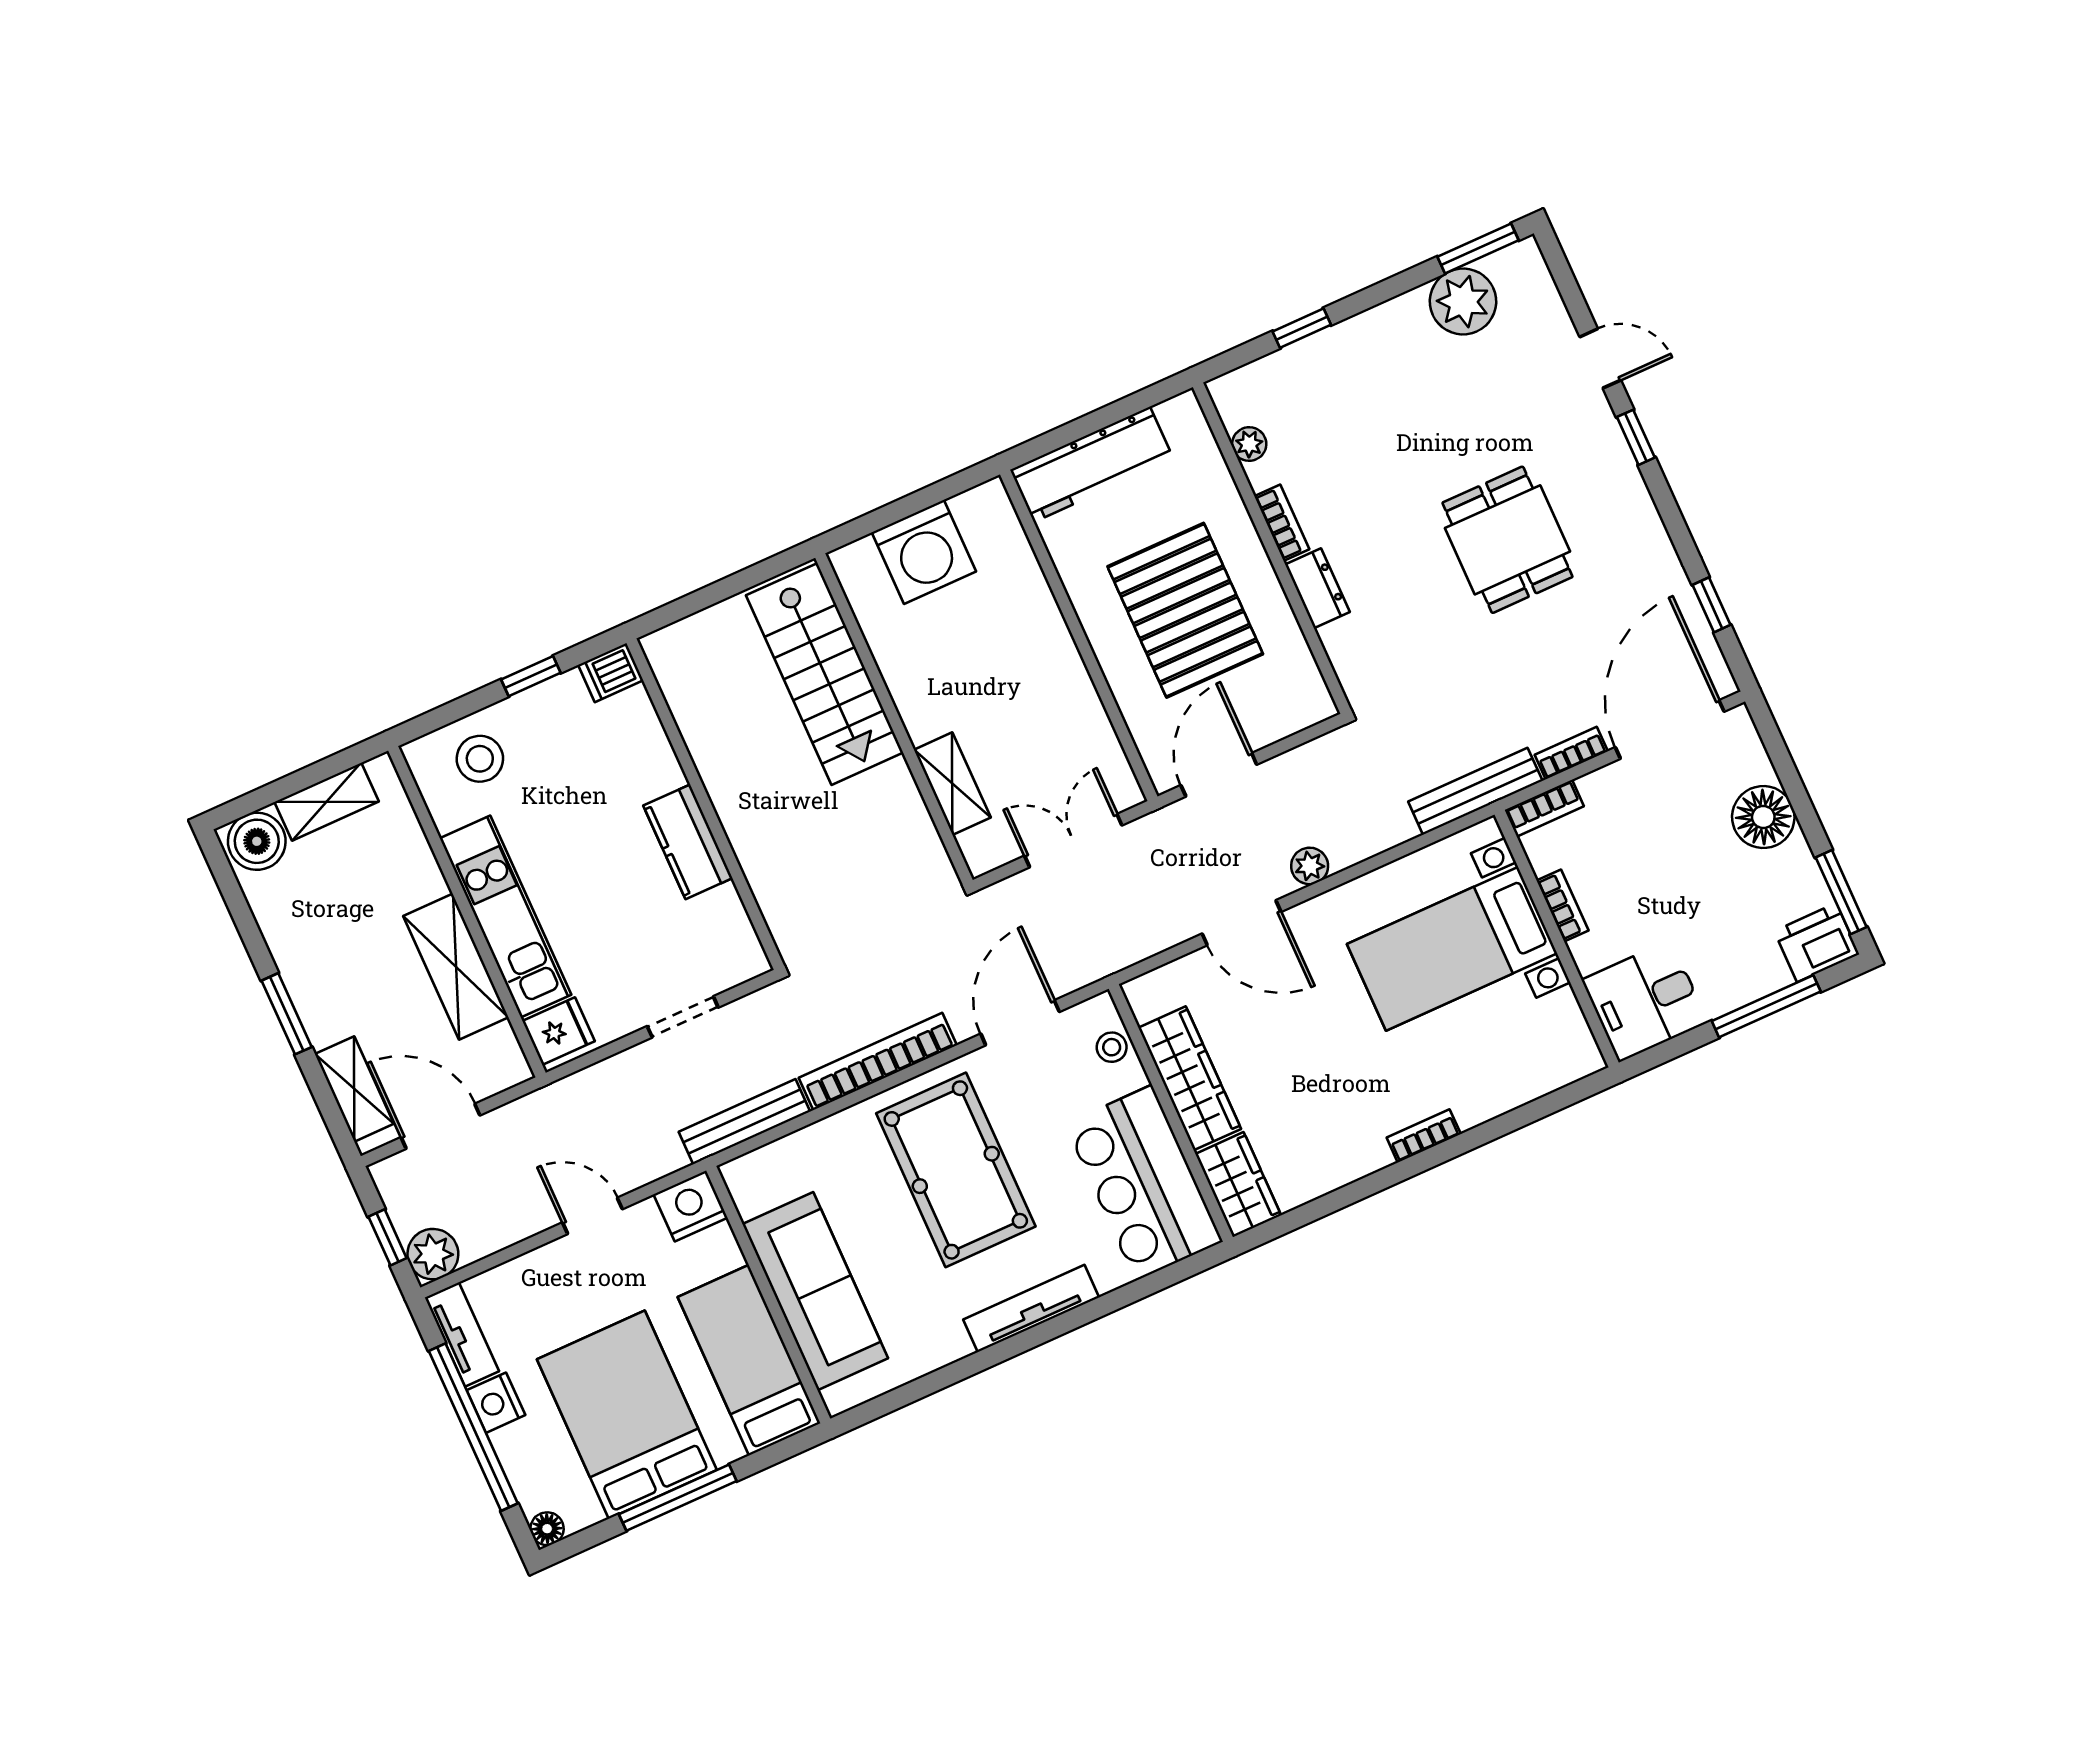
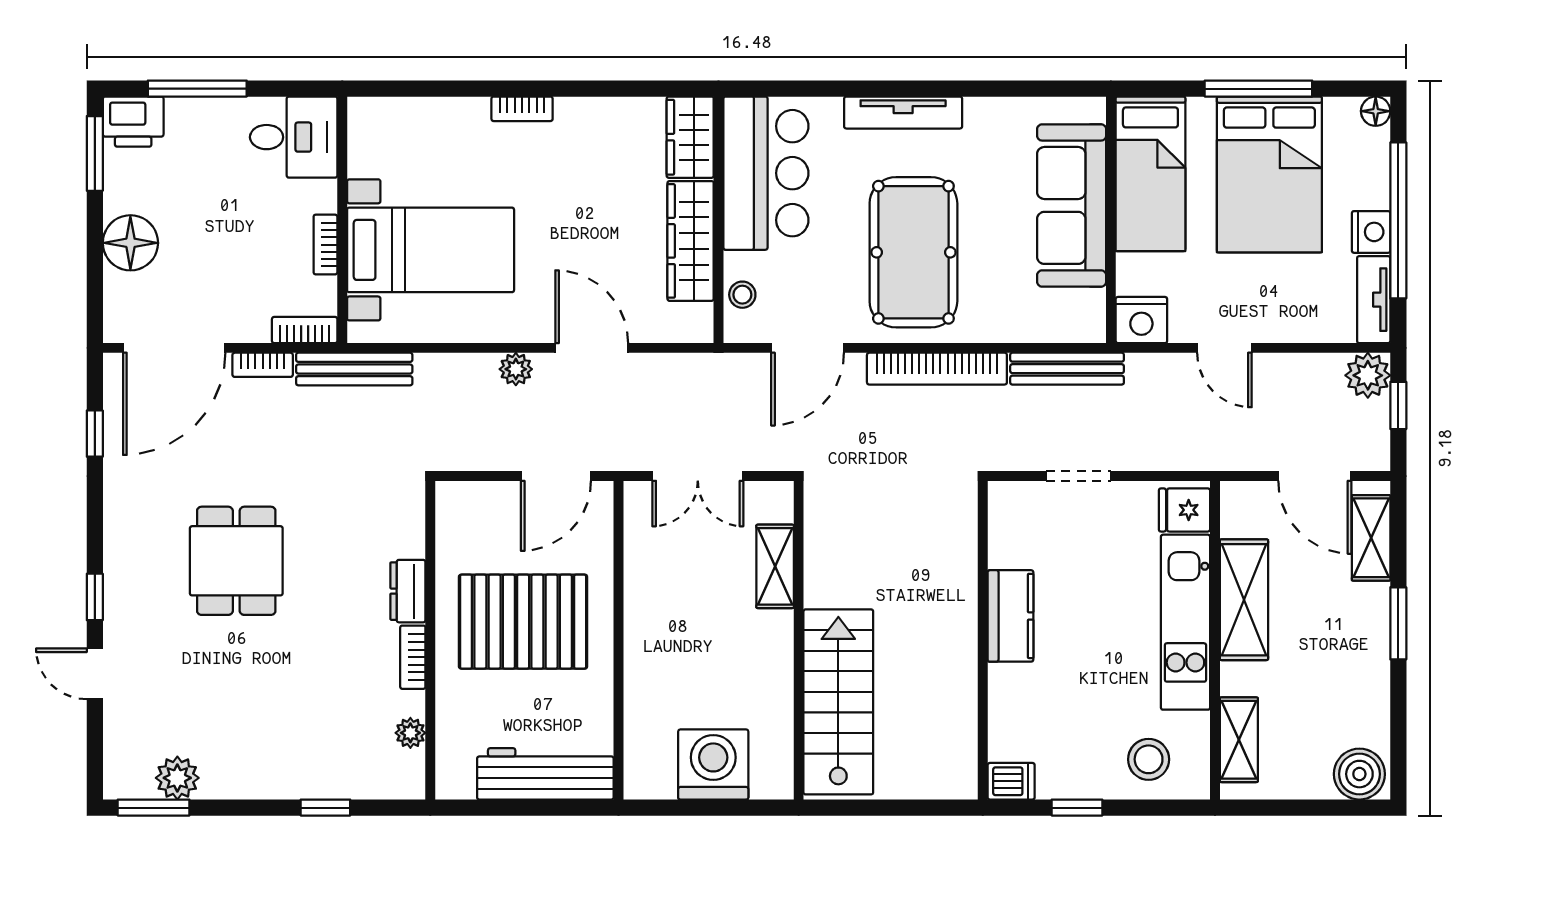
plant: (1463, 301) -> (177, 778), width x0.73, depth x0.73
pallet: (1185, 610) -> (523, 622), turned 90
shelving: (327, 802) -> (1239, 740), moved, turned 90

